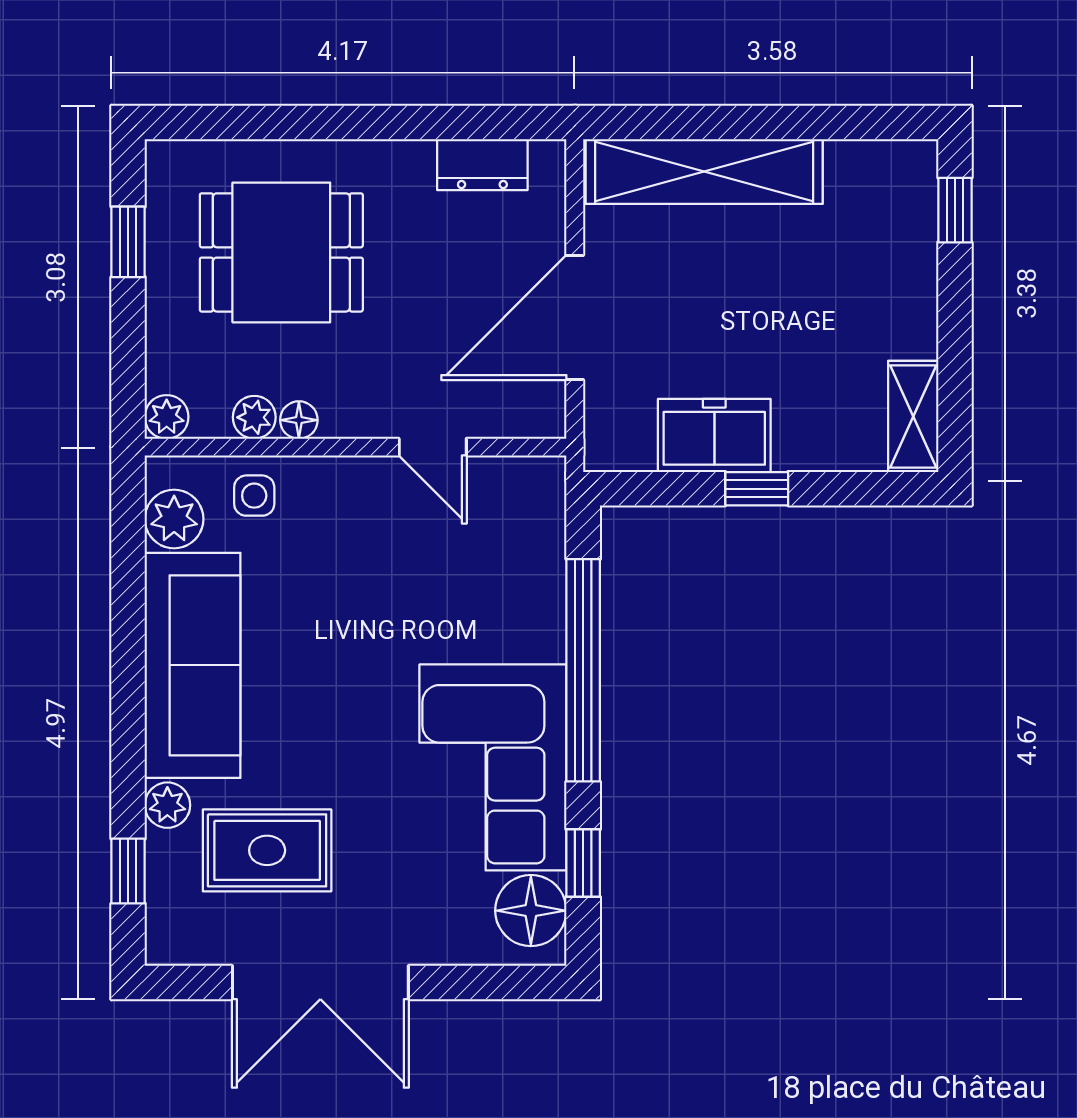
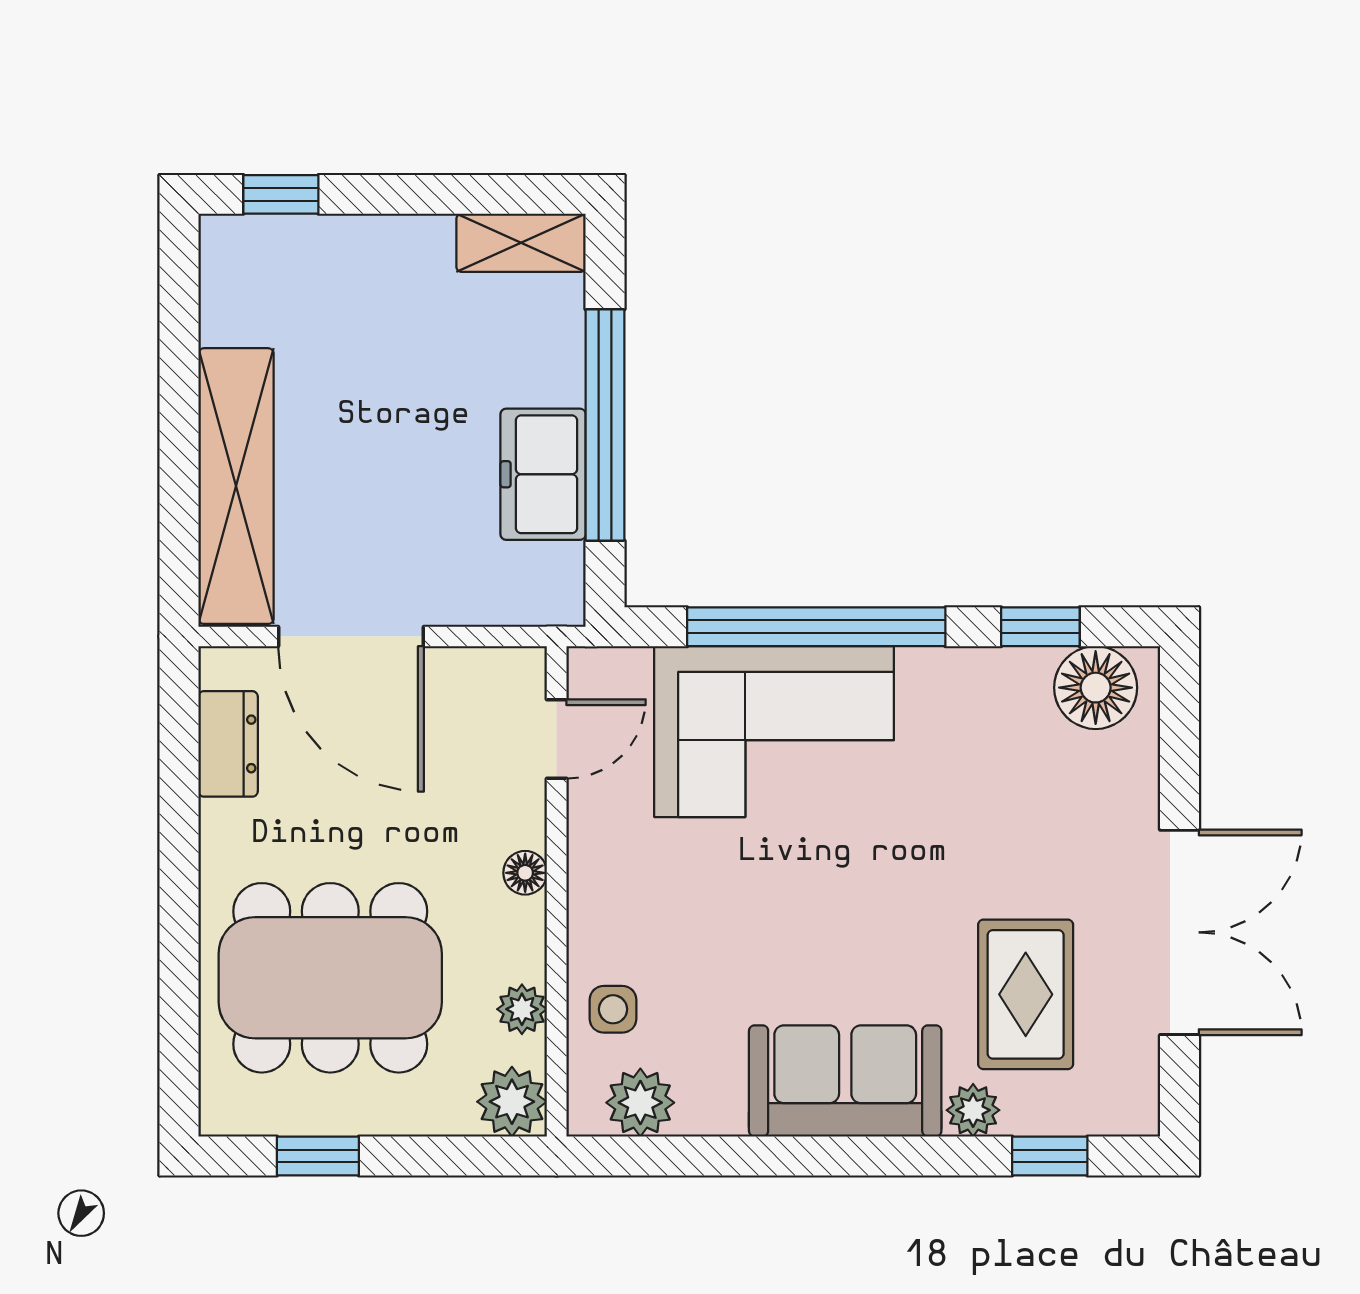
dining table: (281, 252) -> (330, 978), width x1.38
door: (575, 317) -> (351, 636), moved
plant: (167, 417) -> (512, 1102), width x1.38, depth x1.38
floor lamp: (299, 420) -> (525, 873), moved
door: (433, 447) -> (557, 739), moved
window: (757, 489) -> (605, 425), width x3.17
sofa: (193, 665) -> (845, 1081), width x0.73
corner sofa: (493, 767) -> (774, 732), moved

